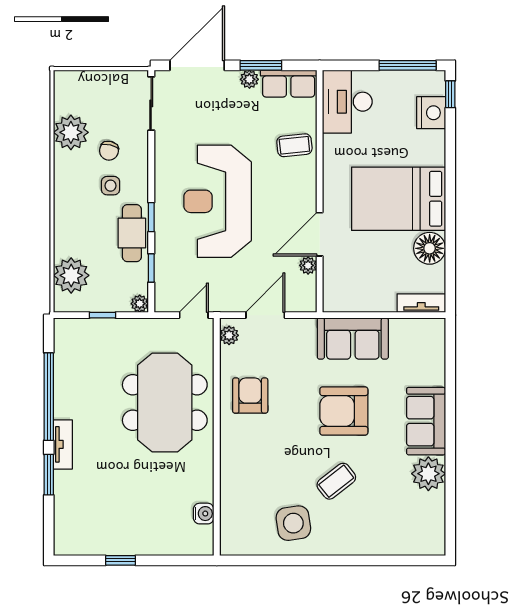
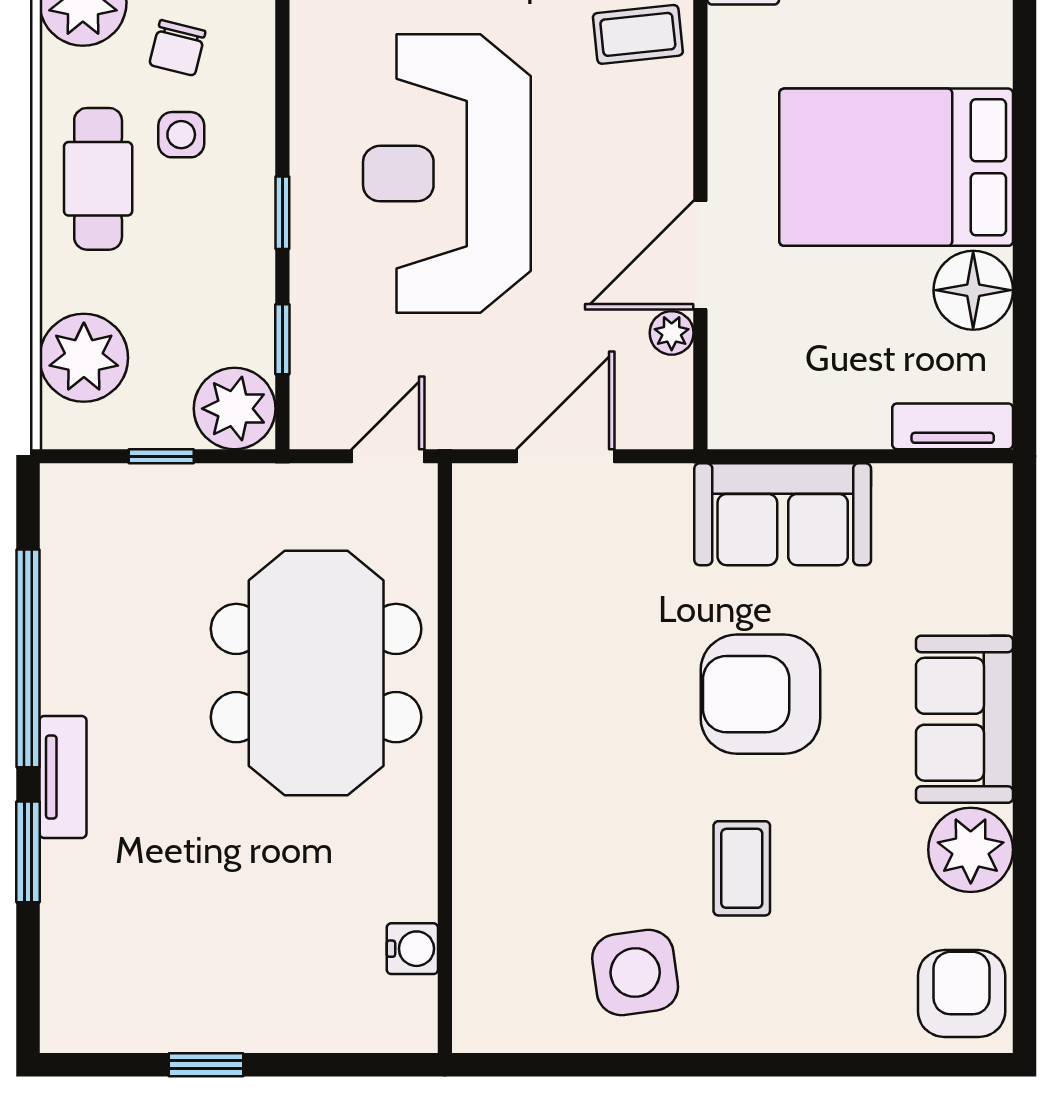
cafe table: (132, 233) -> (98, 179), moved
plant: (140, 304) -> (235, 409), width x1.88, depth x1.88
plant: (229, 335) -> (475, 506), removed
armchair: (250, 395) -> (962, 994), moved
coffee table: (336, 481) -> (742, 868), turned -52

